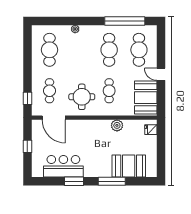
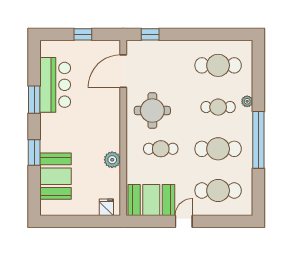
window: (125, 21) -> (258, 140), moved
cafe table: (49, 91) -> (218, 107), moved
window: (112, 181) -> (34, 152), width x0.69

